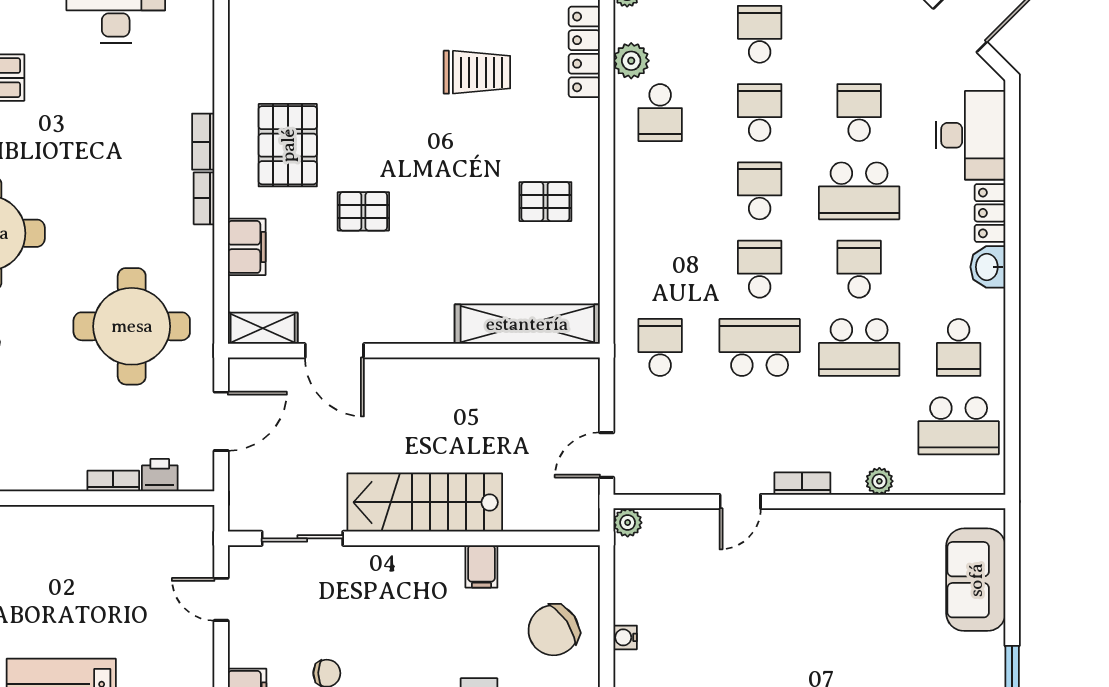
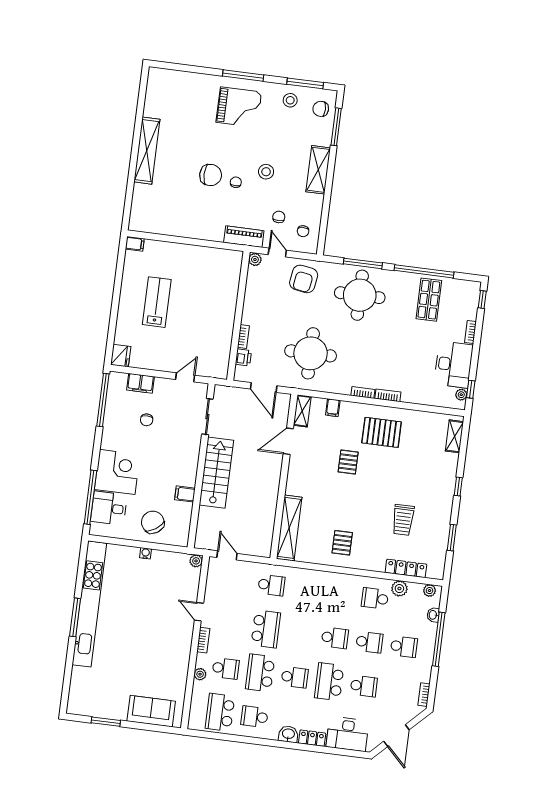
filing cabinet: (247, 247) -> (333, 408), width x0.50
school desk: (760, 269) -> (226, 668), moved

